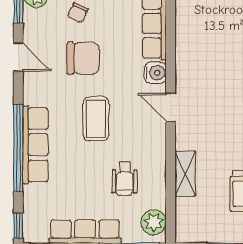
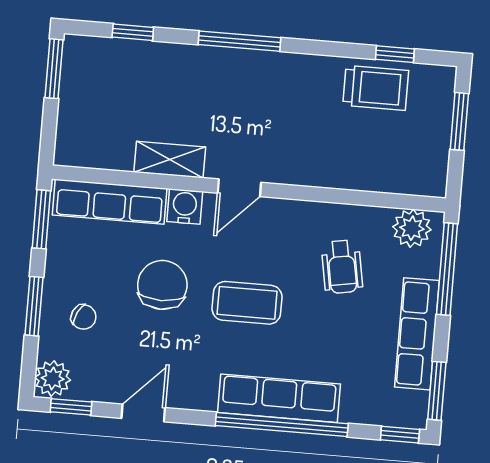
chair: (83, 58) -> (162, 285), moved
shelving: (185, 174) -> (170, 160), moved
wheelchair: (125, 179) -> (342, 267), turned 79

